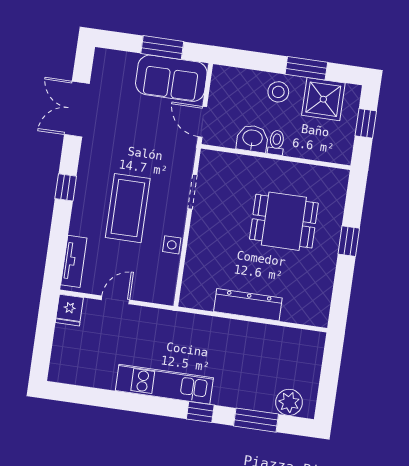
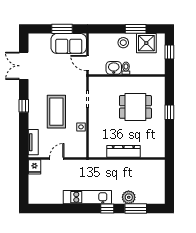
plant: (289, 402) -> (129, 197), moved

